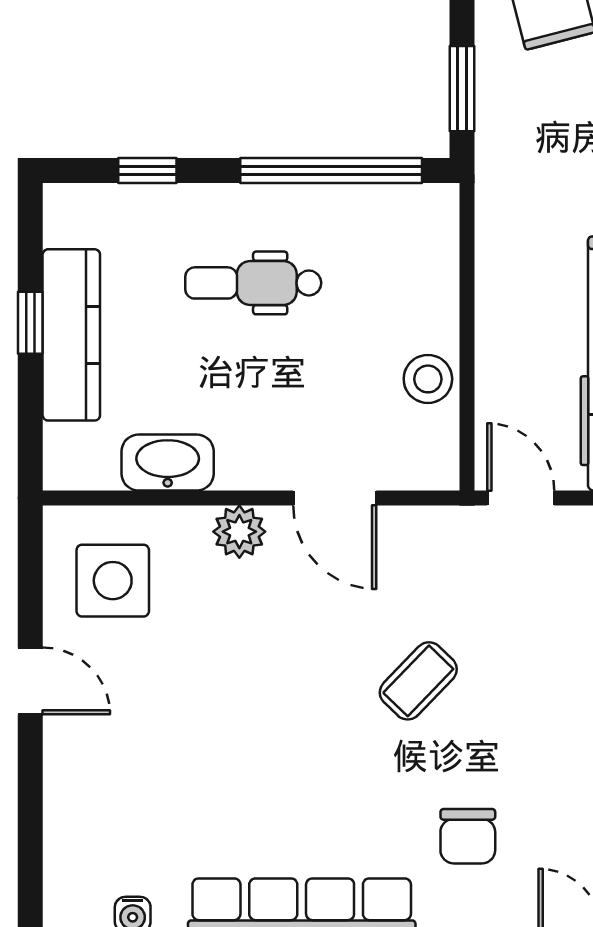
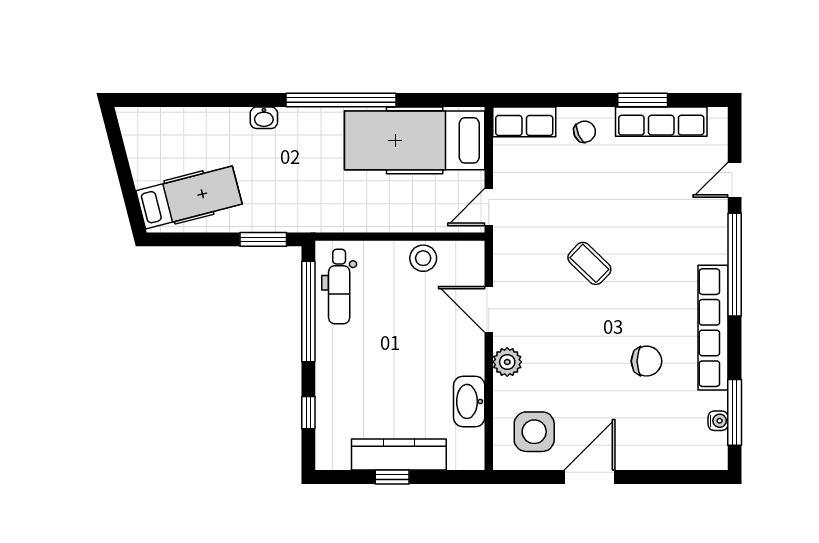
dental chair: (253, 283) -> (339, 287), moved
door: (335, 498) -> (489, 309), swing flipped
door: (30, 681) -> (589, 477), width x1.38
chair: (468, 836) -> (647, 361), moved

